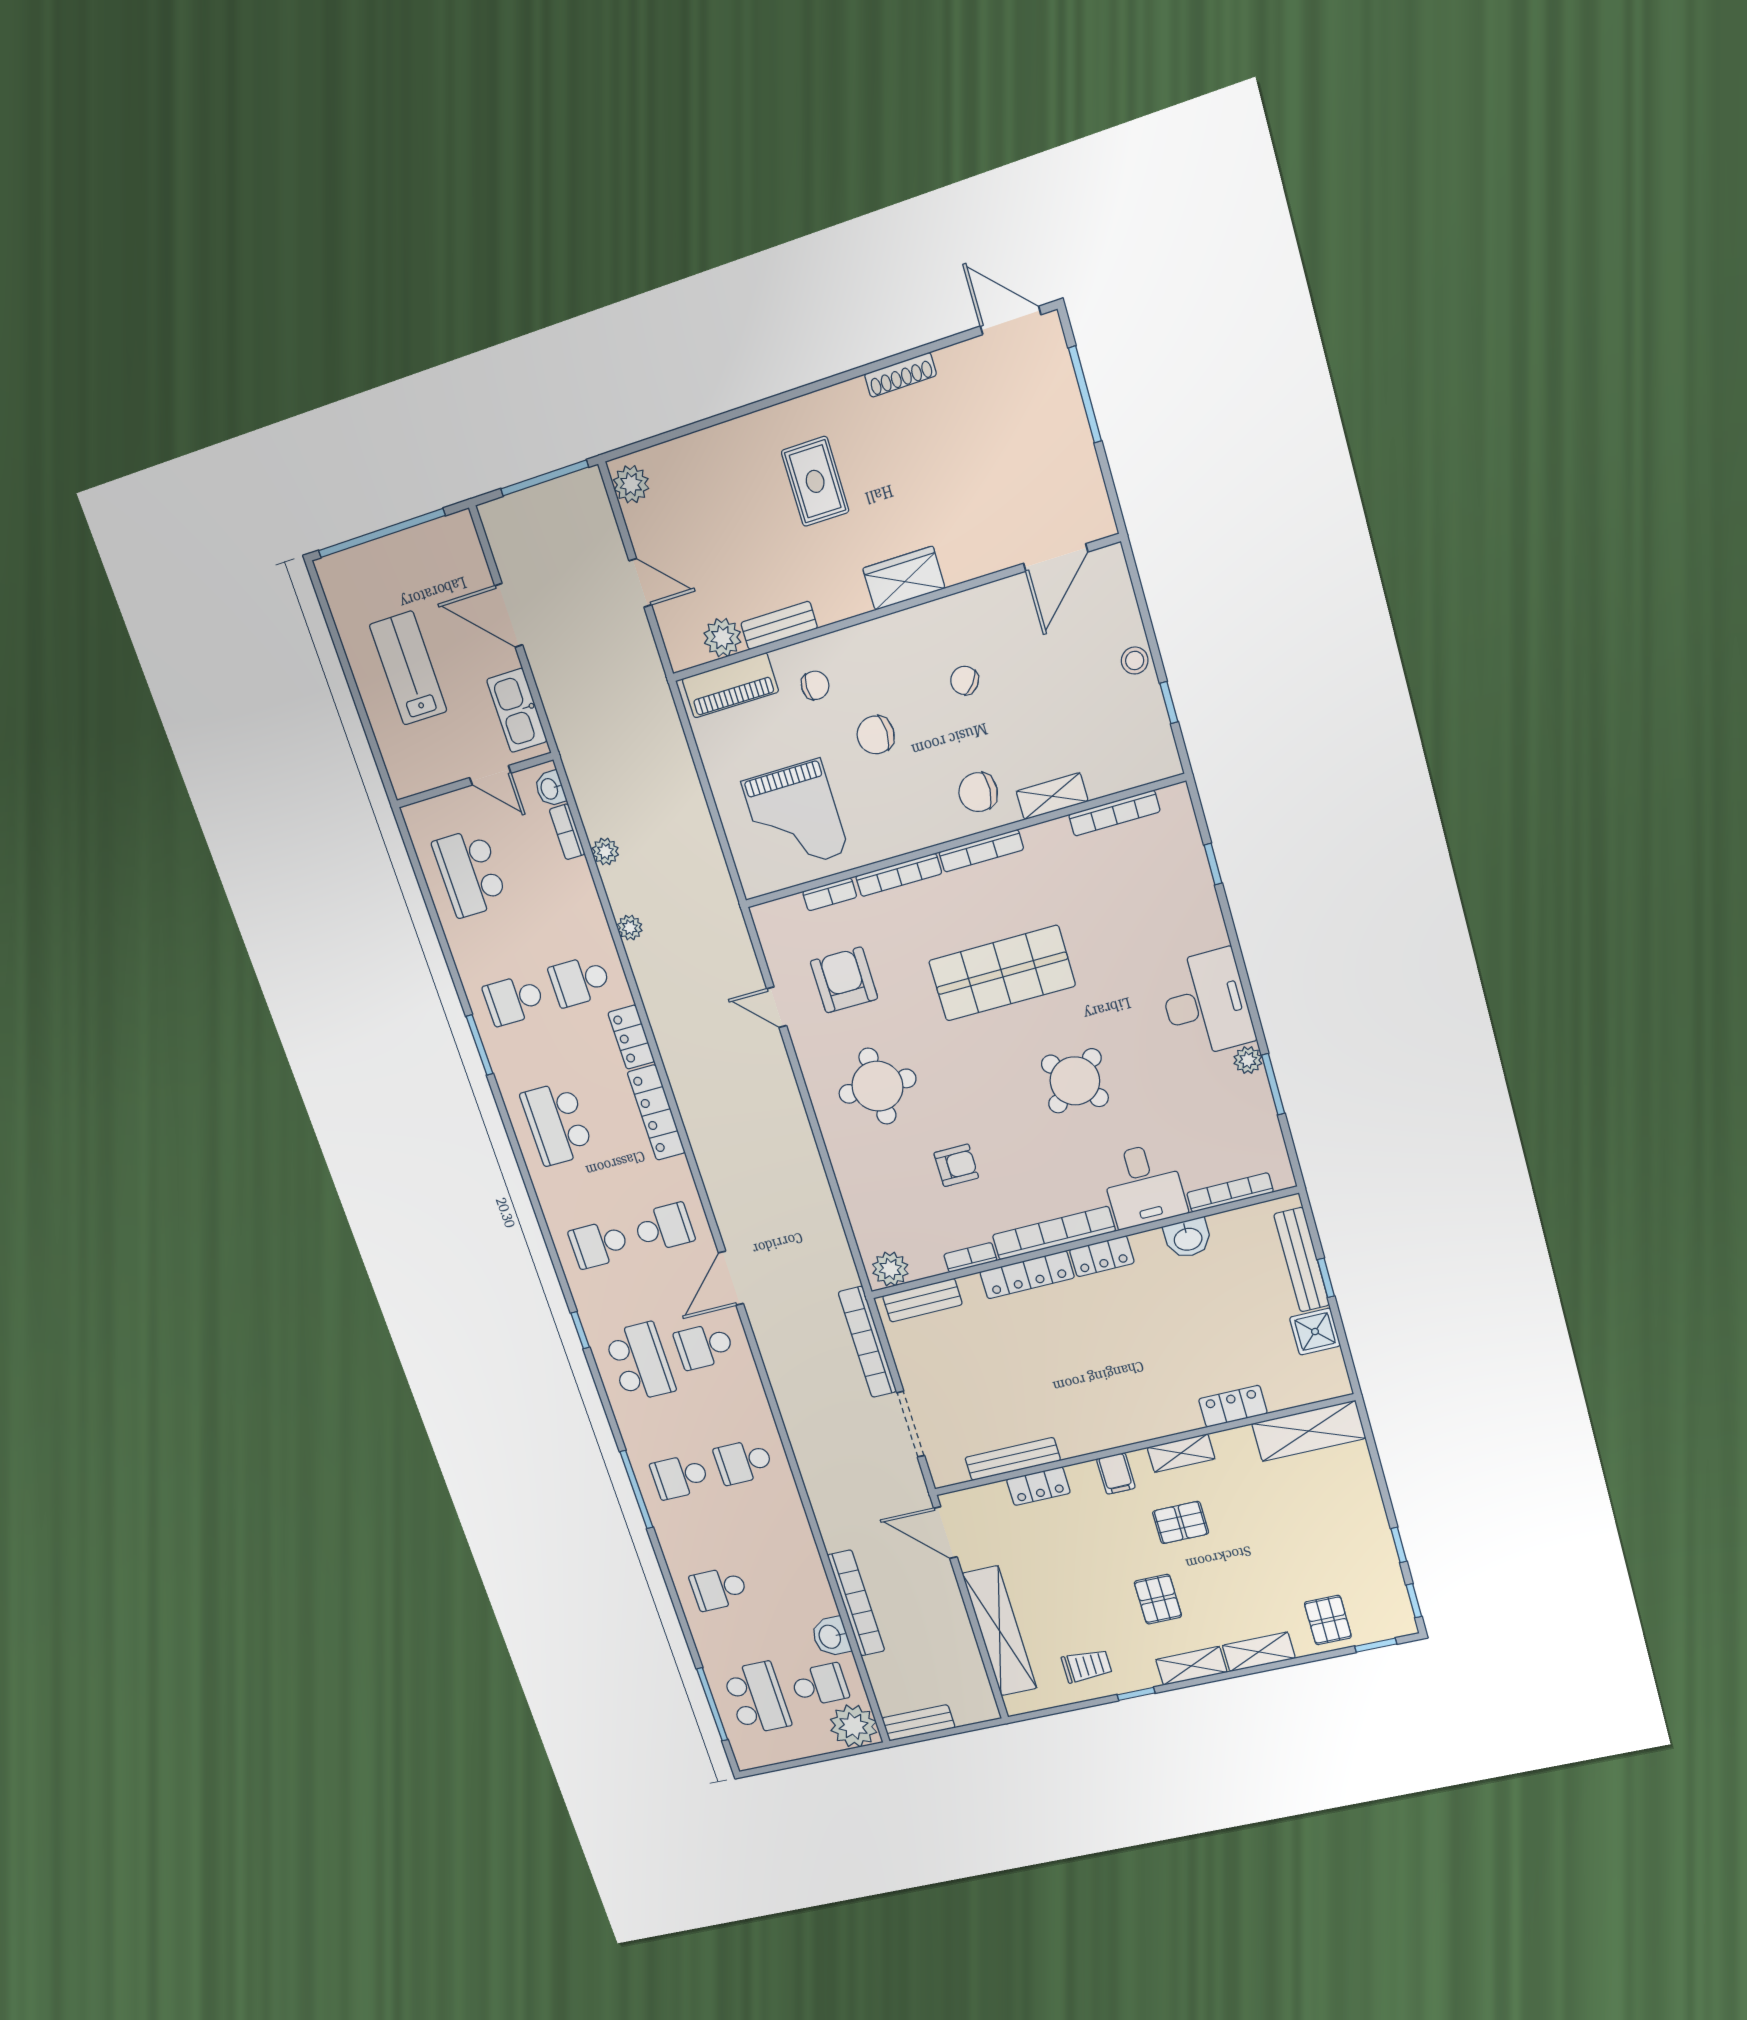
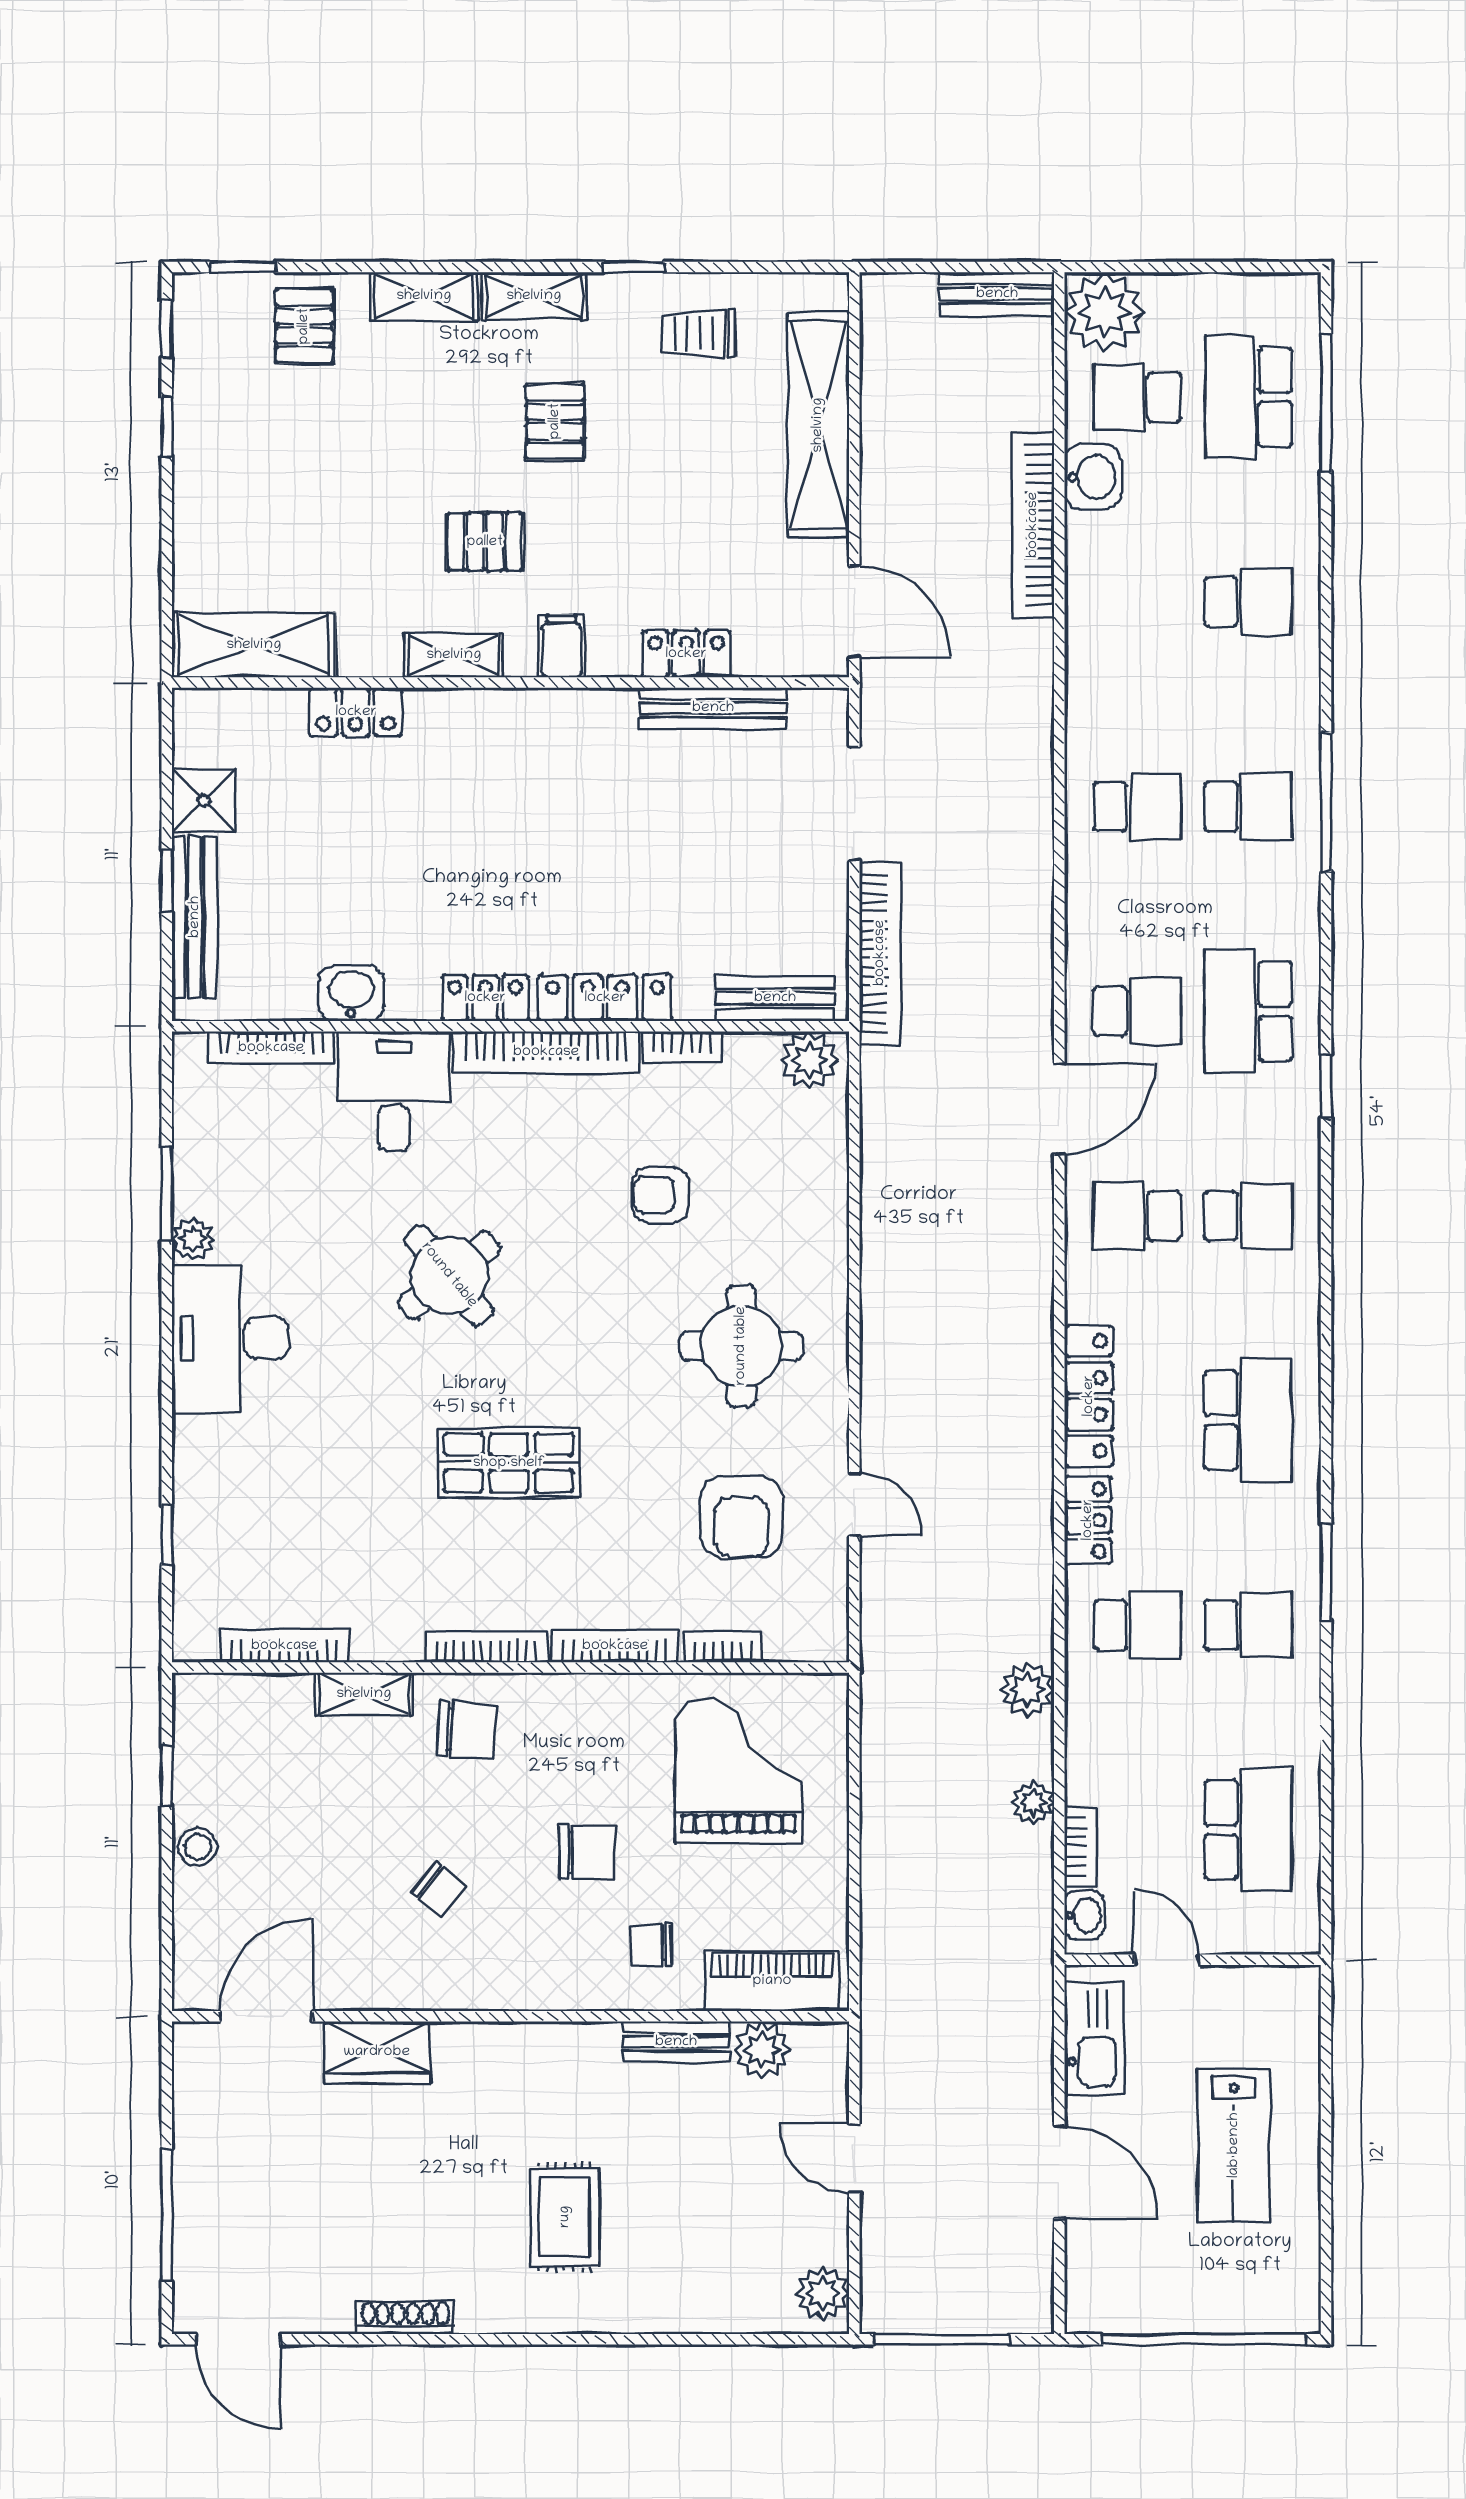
wardrobe: (904, 578) -> (377, 2052), moved
plant: (630, 928) -> (1027, 1690), width x1.38, depth x1.38
shop shelf: (1002, 973) -> (509, 1463), width x0.70, depth x0.74

